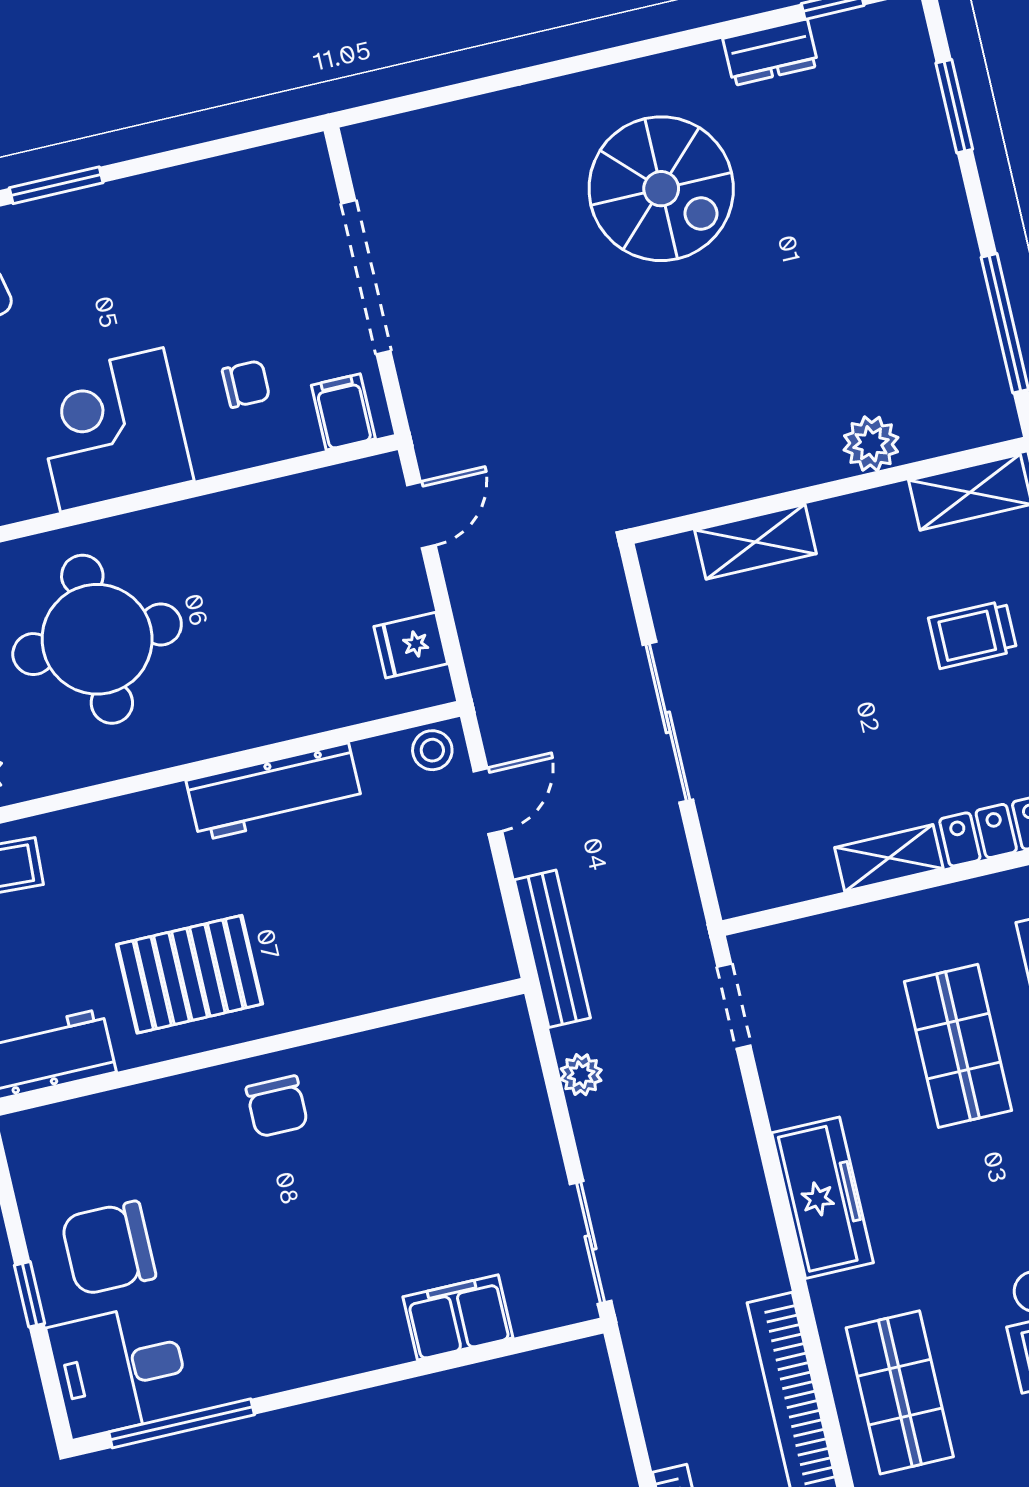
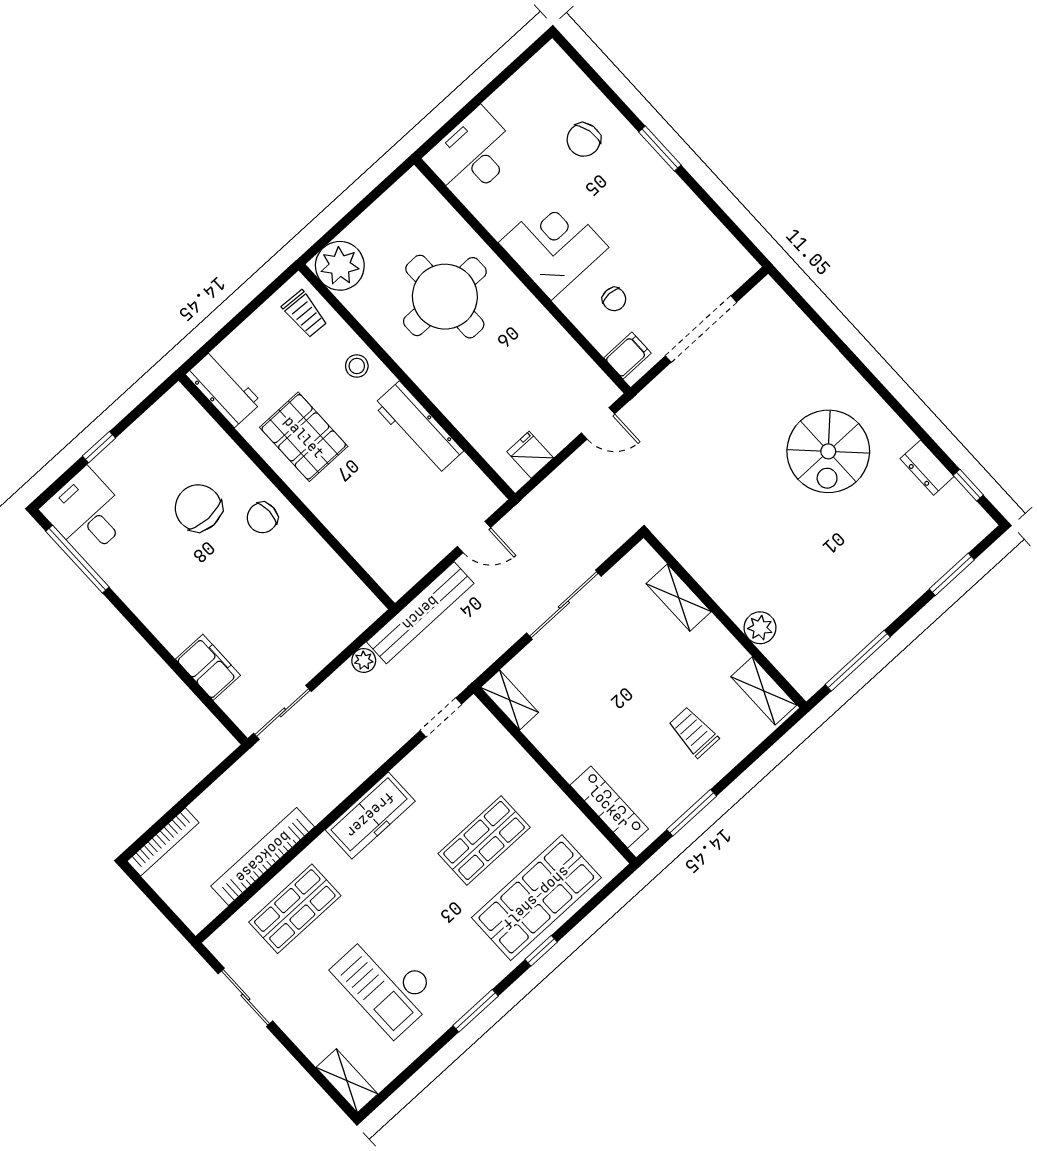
stool: (432, 750) -> (357, 366), moved
shelving: (889, 858) -> (510, 700), moved
bench: (552, 949) -> (420, 613), width x1.37, depth x1.21
chair: (108, 1248) -> (198, 508), moved

